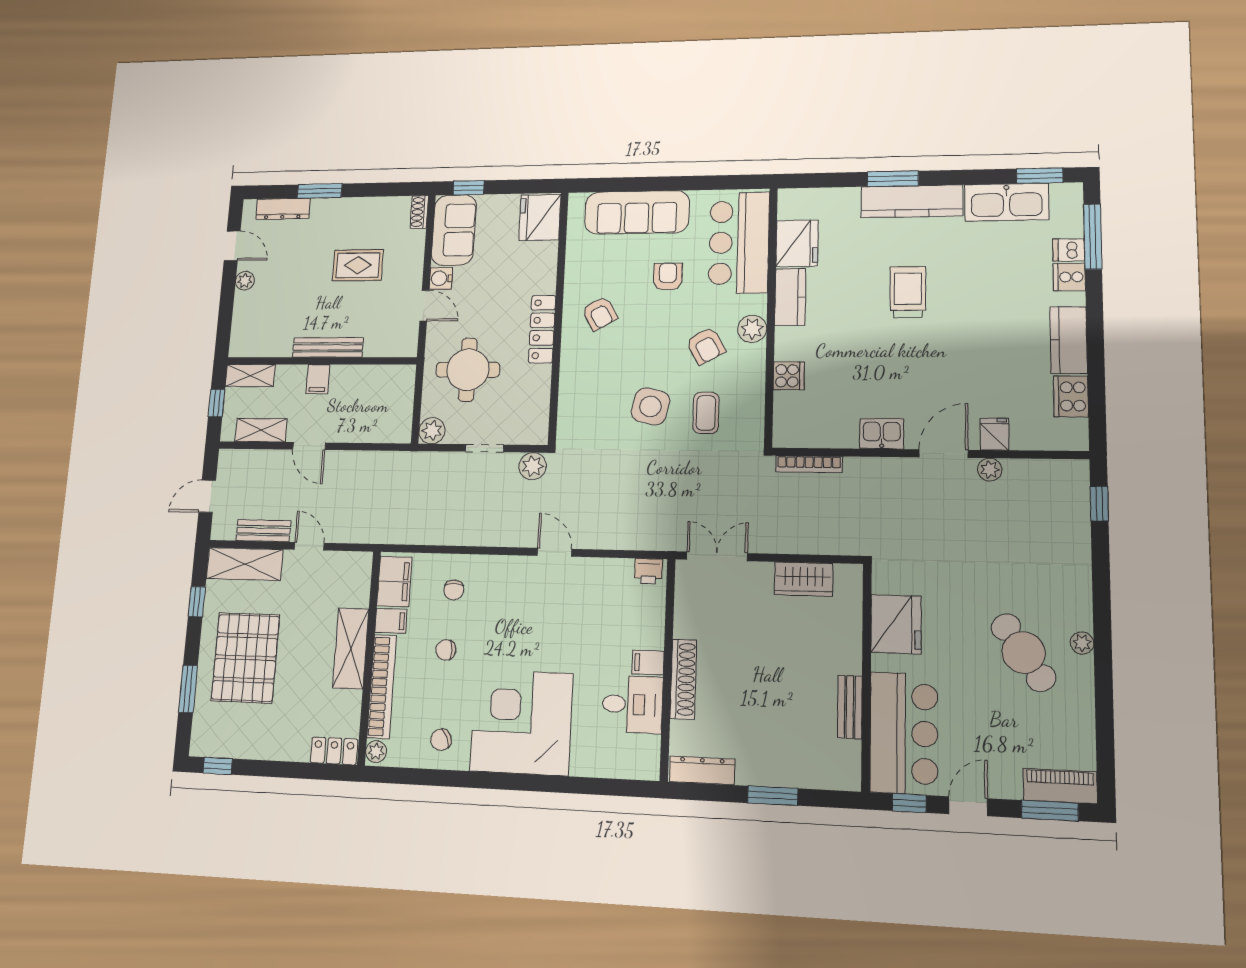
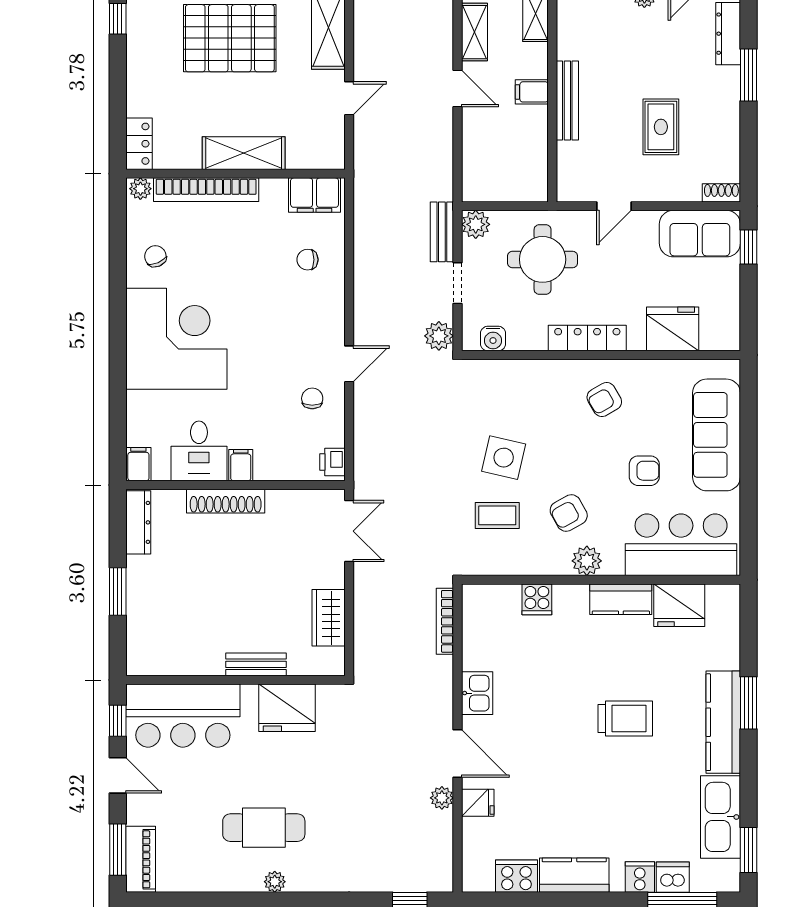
fridge: (540, 217) -> (673, 329), moved
dishwasher: (1069, 250) -> (673, 877), width x1.38
water cooler: (441, 278) -> (493, 339), moved, turned 180
door: (309, 446) -> (457, 89), swing flipped
bench: (263, 531) -> (442, 232), moved
filing cabinet: (391, 621) -> (138, 464), moved, turned 180
chair: (446, 650) -> (312, 398), moved
cafe table: (1023, 652) -> (264, 828), turned 34
bench: (850, 707) -> (256, 664), moved

